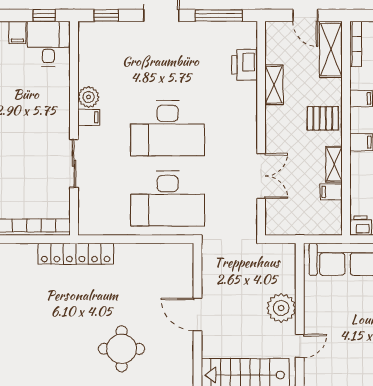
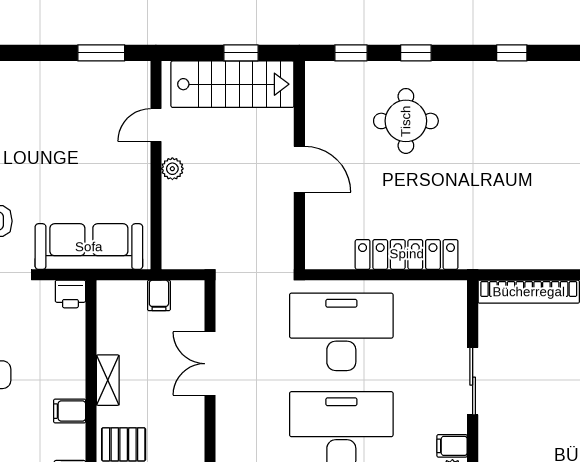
filing cabinet: (331, 192) -> (159, 295), moved, turned 90
locker: (76, 254) -> (407, 254), moved
plant: (281, 308) -> (172, 169), width x0.53, depth x0.53

